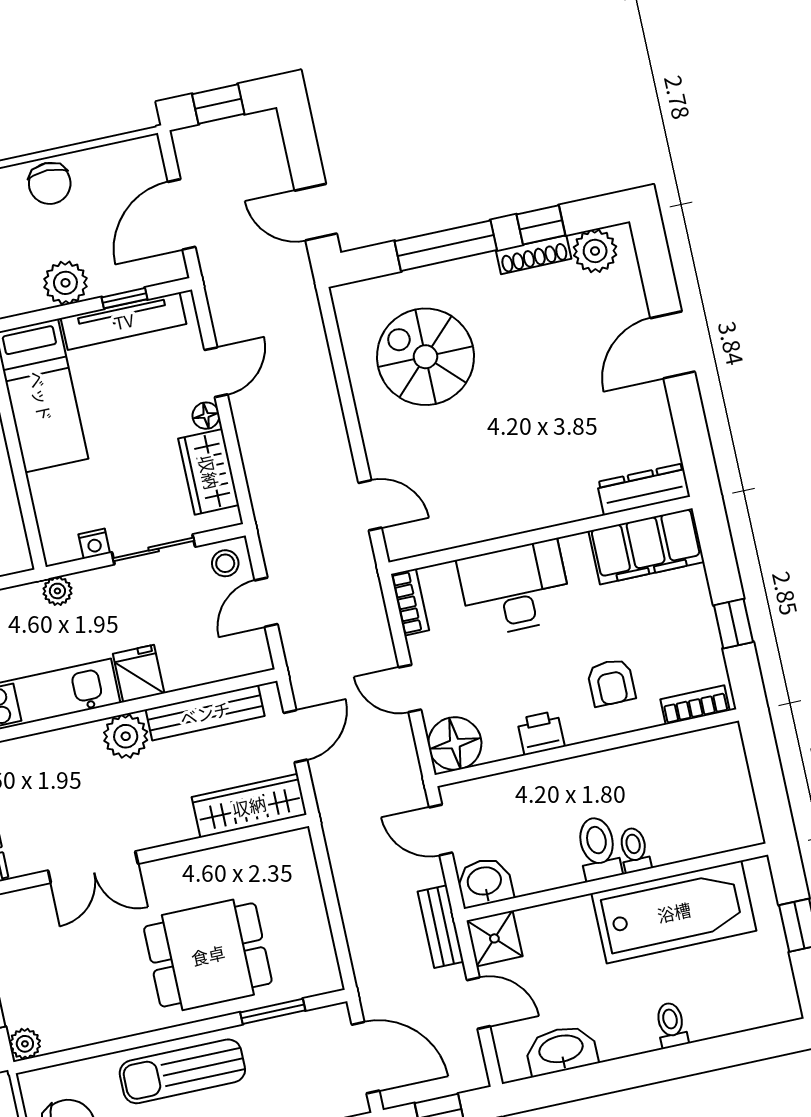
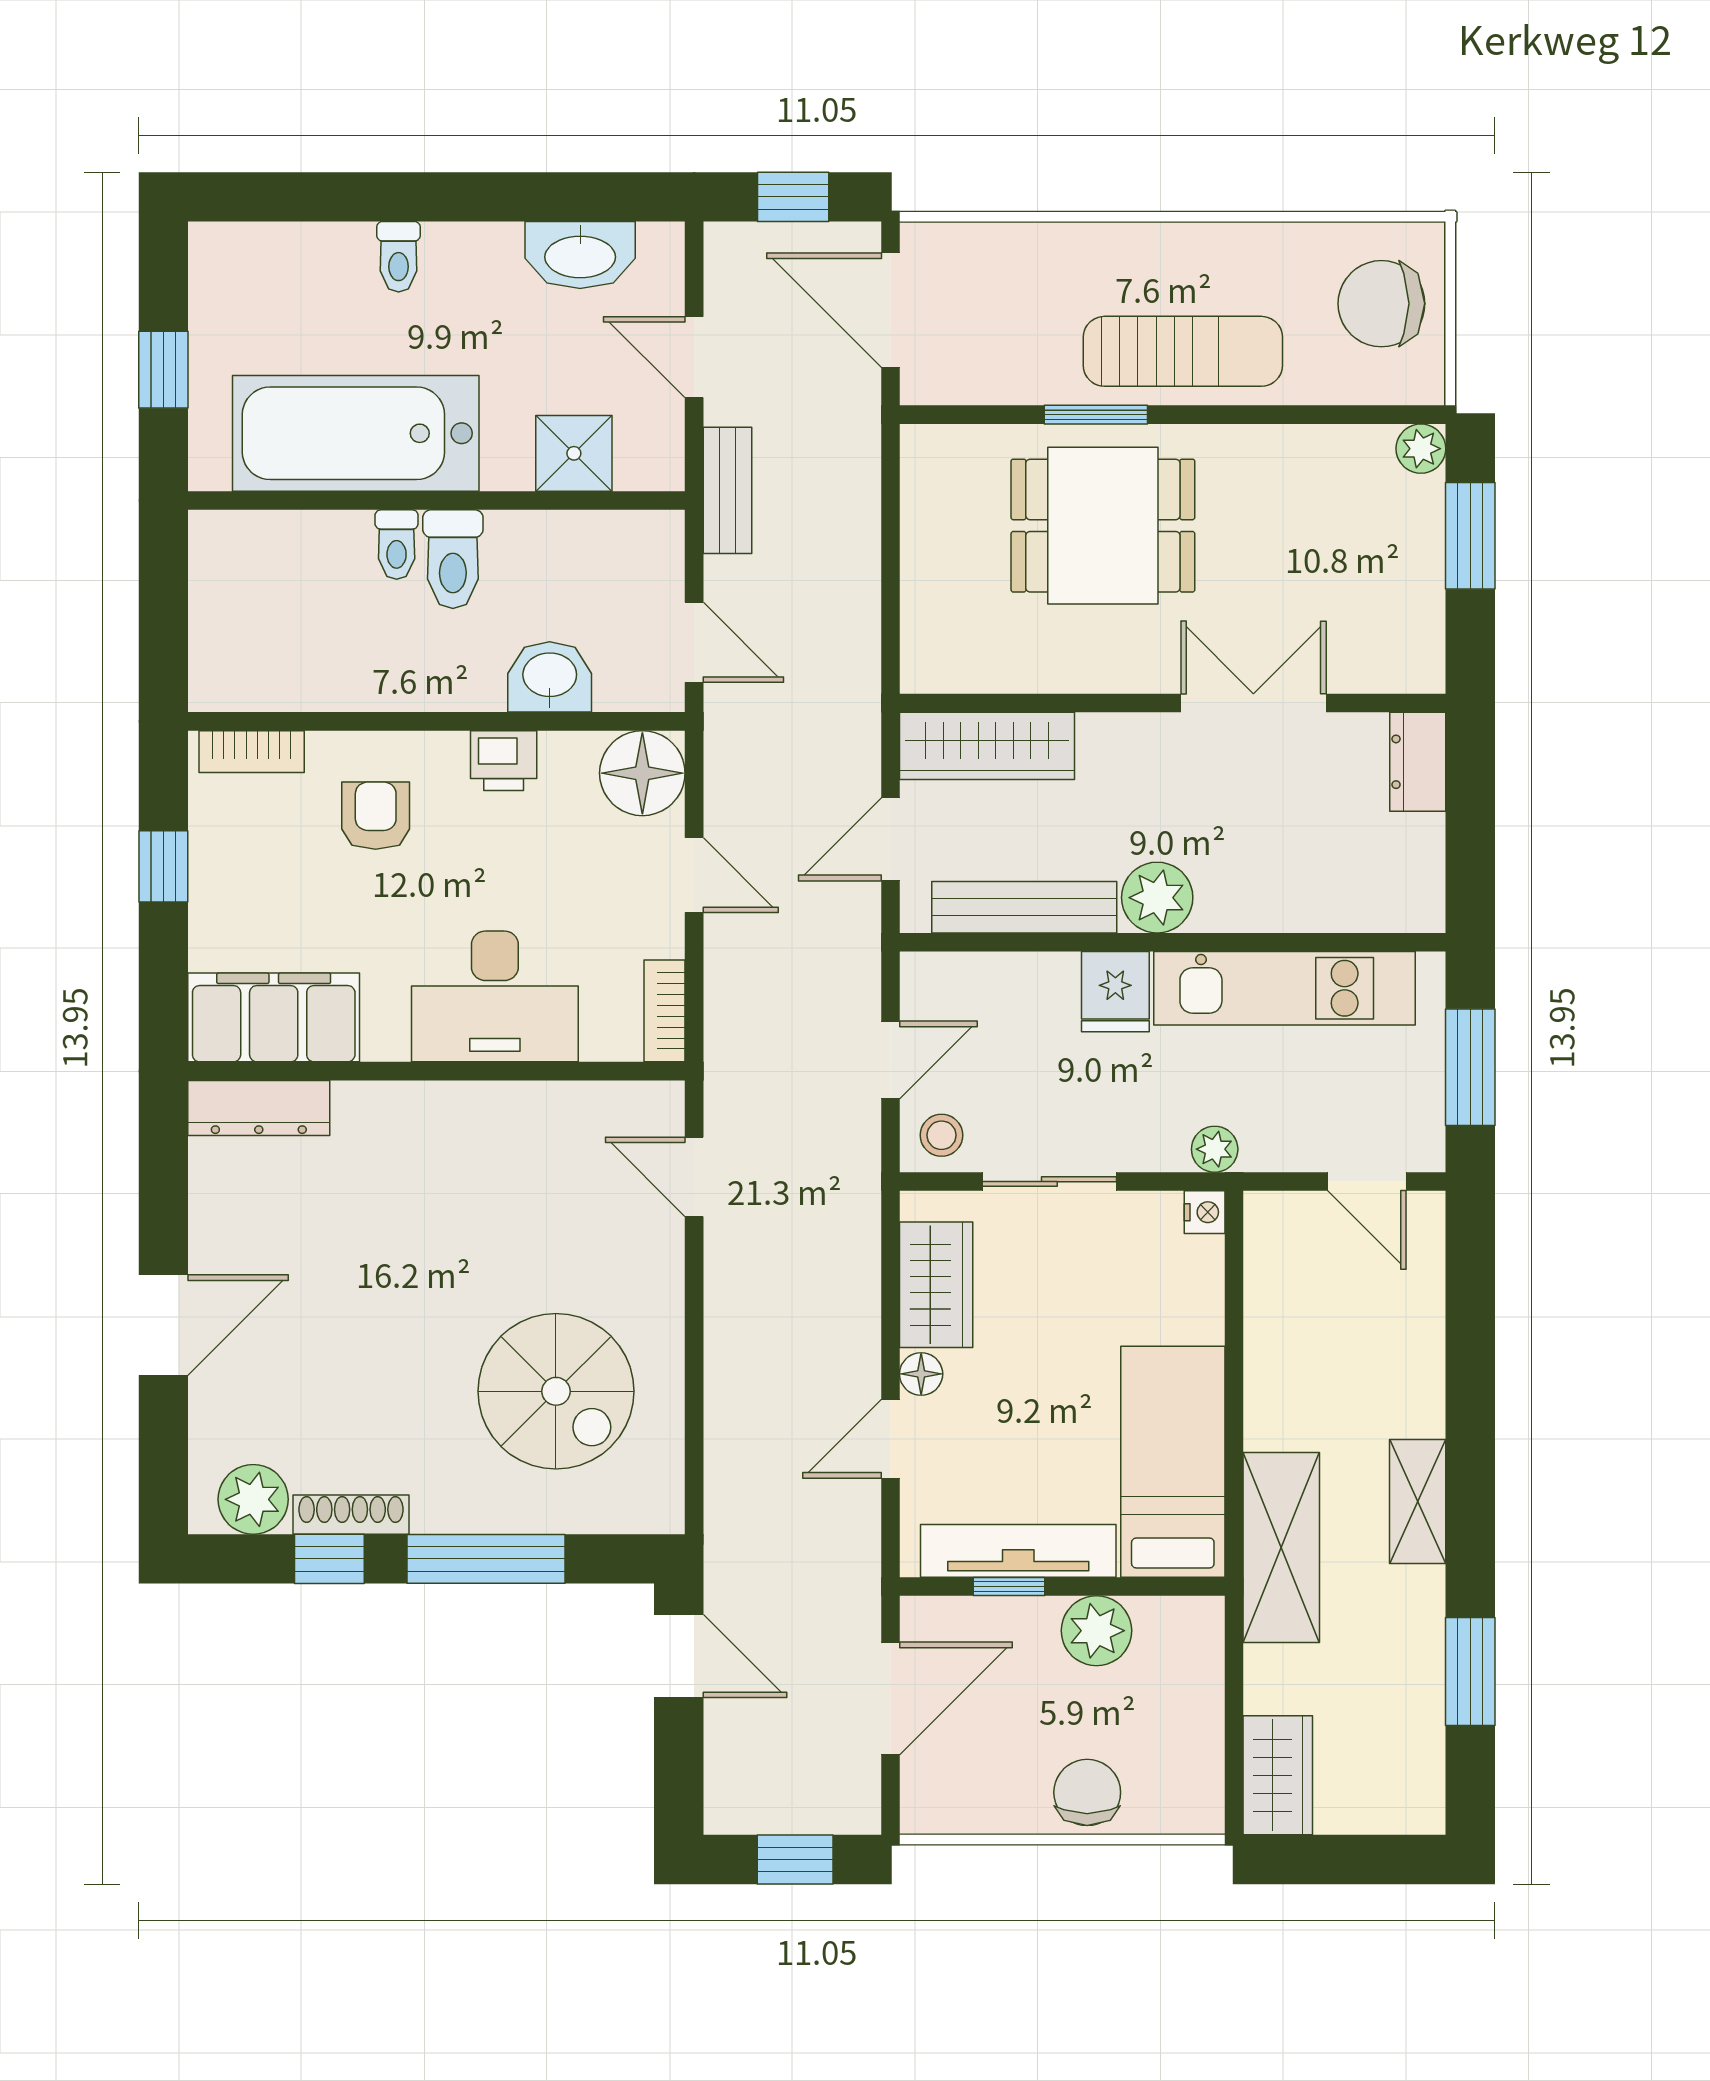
nightstand: (94, 544) -> (1205, 1212), moved, turned 90
washbasin: (485, 882) -> (550, 677), moved, turned 180
shower: (494, 938) -> (574, 453), moved
window: (273, 1011) -> (1096, 415), moved

